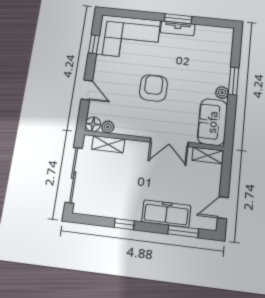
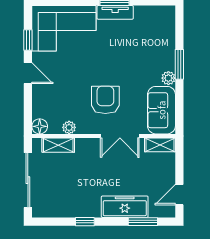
armchair: (153, 88) -> (105, 100), moved
door: (87, 90) -> (28, 73), moved
plant: (108, 127) -> (69, 127), moved

